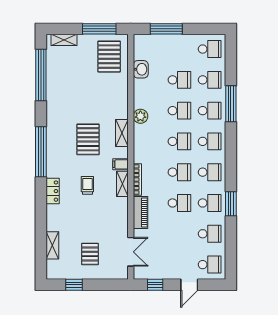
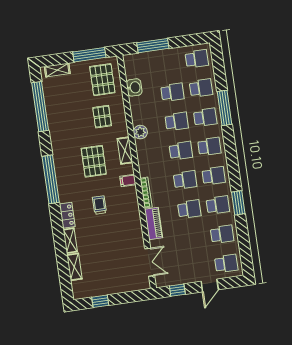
shelving: (122, 184) -> (70, 241), moved
pallet: (90, 254) -> (102, 117), moved

